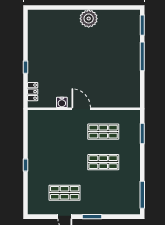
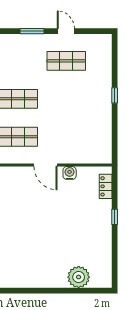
plant: (89, 19) -> (79, 277), moved

